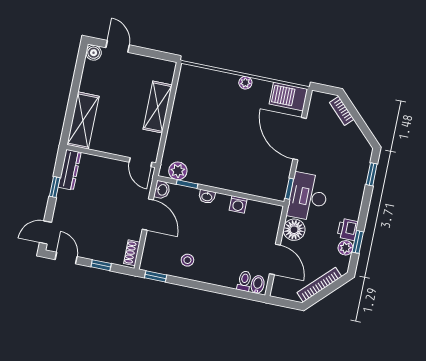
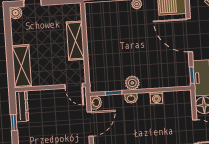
plant: (178, 171) -> (132, 83), moved
door: (148, 215) -> (90, 124), hinge flipped

